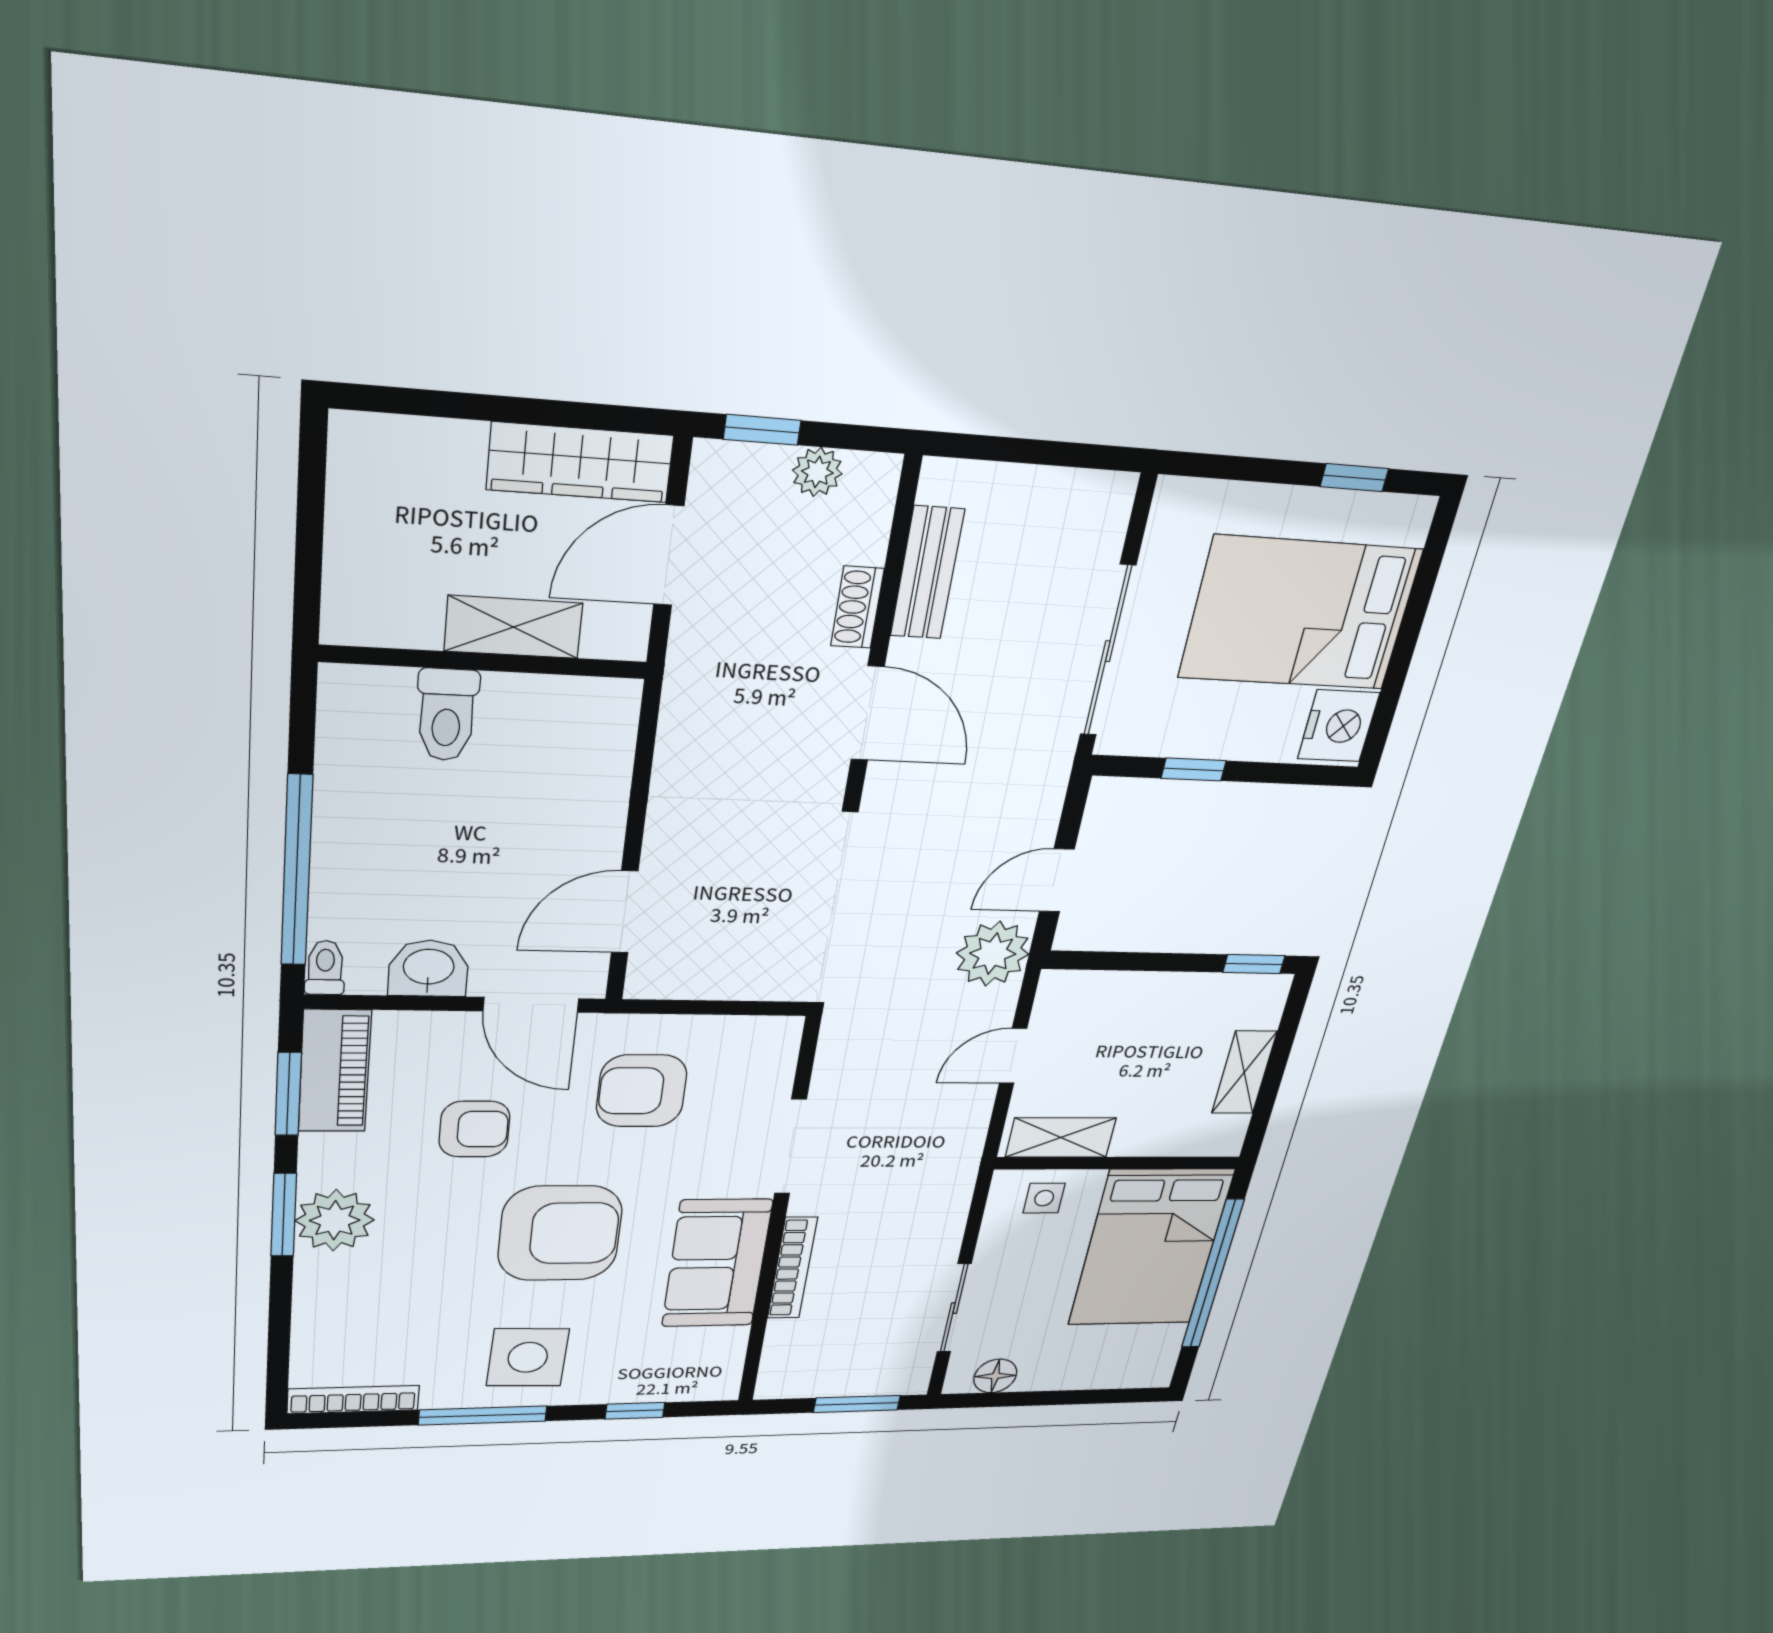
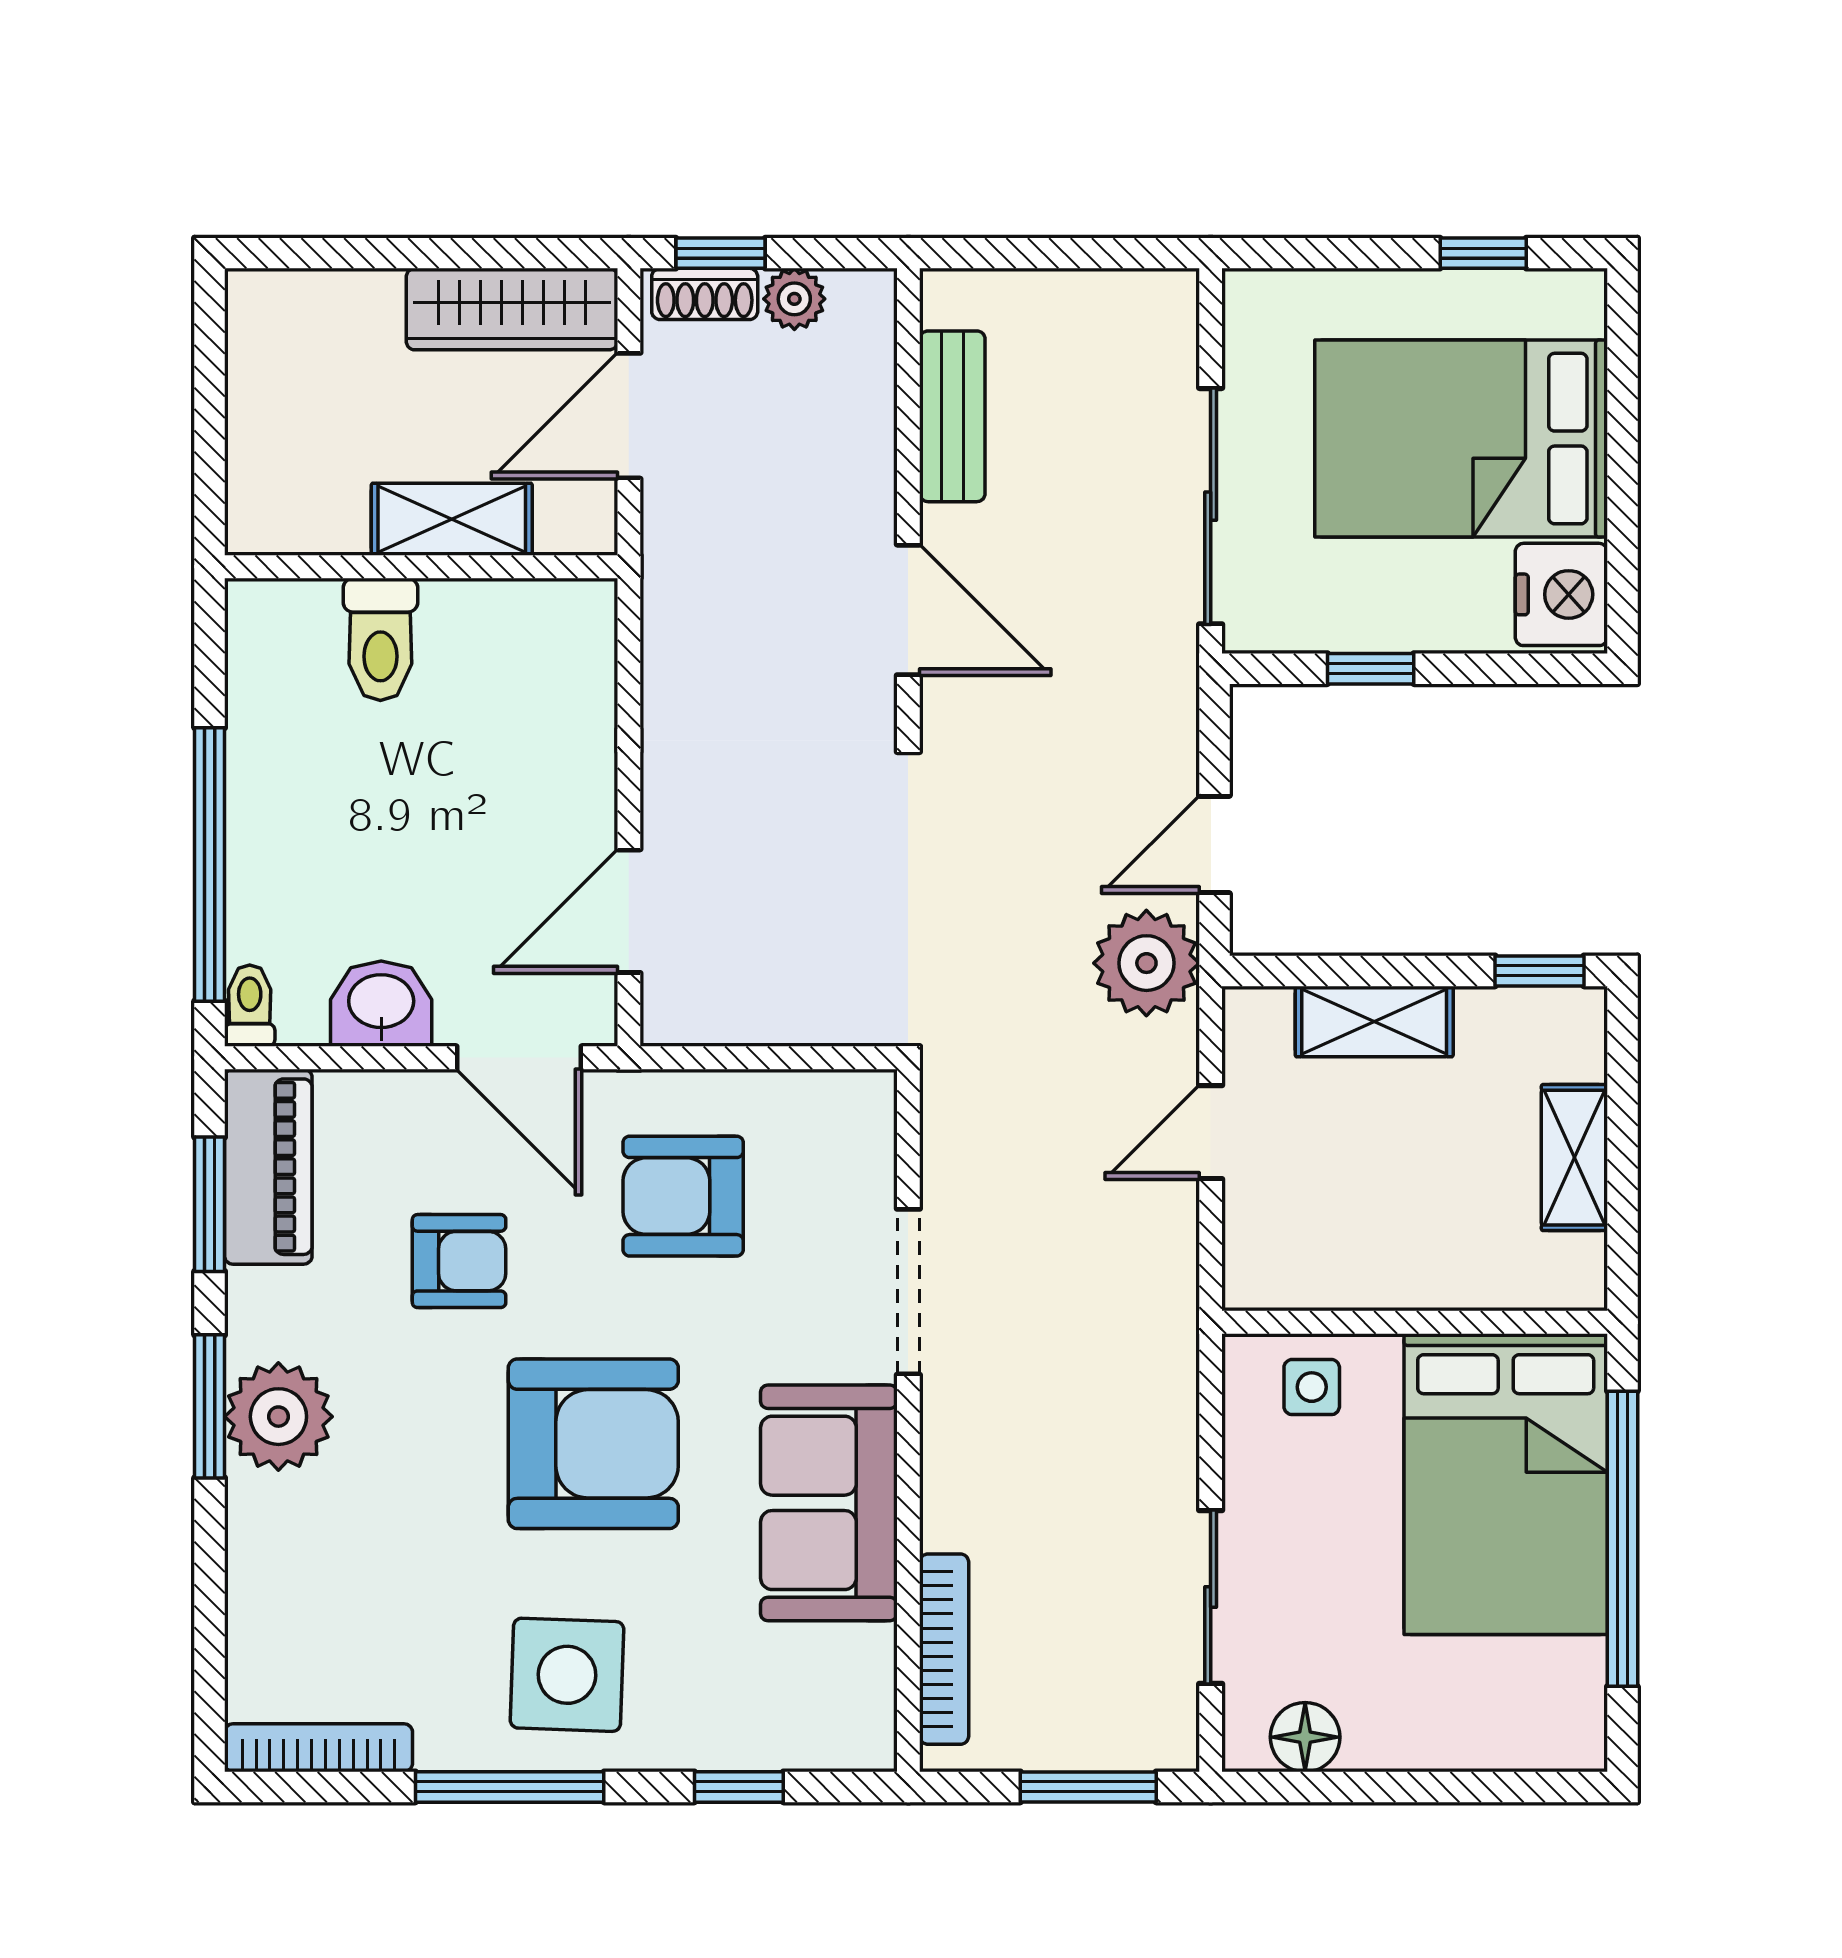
shoe rack: (857, 607) -> (705, 294), moved, turned -90
shelving: (1061, 1137) -> (1374, 1021), moved
bookcase: (792, 1268) -> (944, 1649), moved

